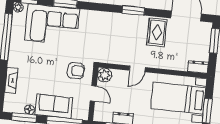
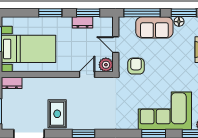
door: (137, 69) -> (87, 74), moved
armchair: (76, 71) -> (136, 66), turned 90

